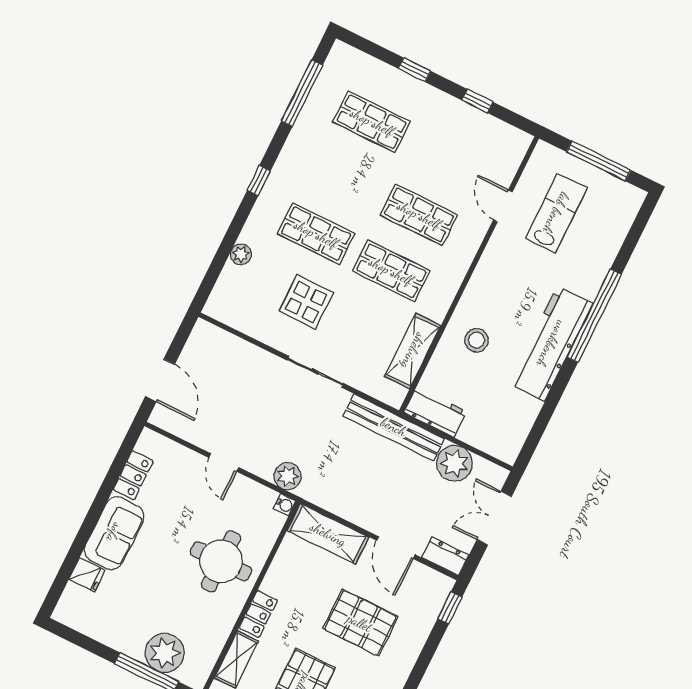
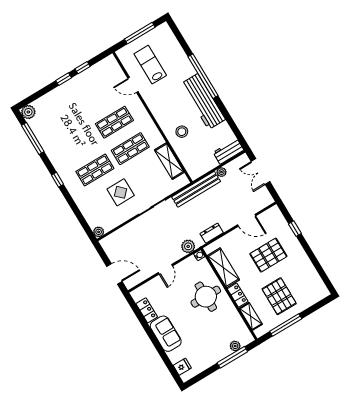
plant: (342, 57) -> (28, 112), added
window: (414, 70) -> (64, 79), moved
shop shelf: (372, 122) -> (63, 117), removed
plant: (241, 254) -> (99, 232), moved
workbench: (435, 412) -> (228, 151), moved
door: (224, 463) -> (165, 269), hinge flipped
plant: (455, 463) -> (222, 172), width x0.53, depth x0.53
shelving: (328, 534) -> (223, 268), moved, turned 90
dresser: (445, 556) -> (212, 233), moved
fridge: (87, 575) -> (182, 367), moved
window: (450, 608) -> (295, 229), moved
plant: (165, 653) -> (235, 346), width x0.53, depth x0.53

